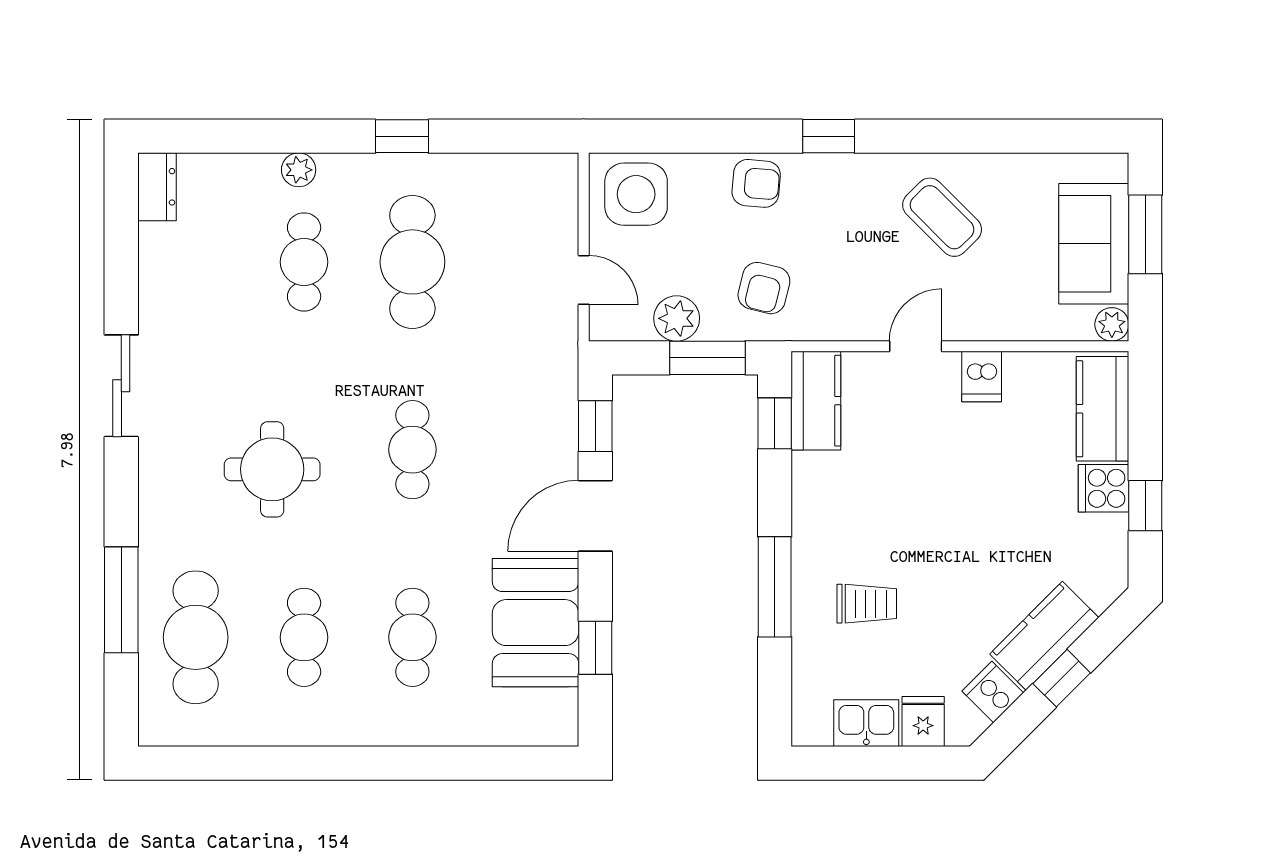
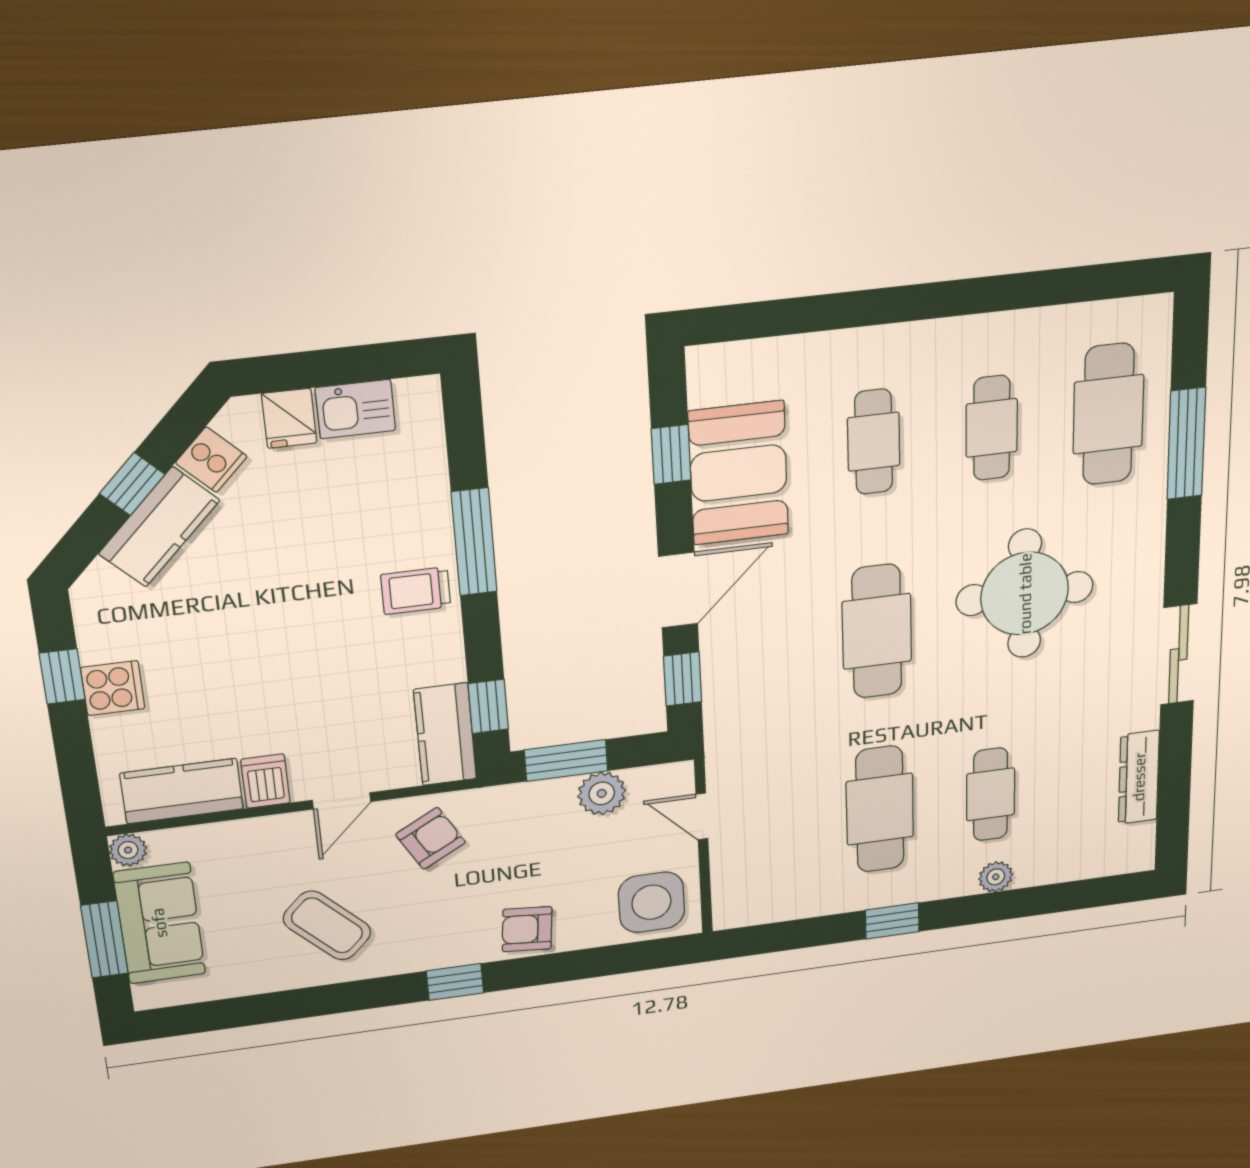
dresser: (157, 187) -> (1139, 777), moved, width x1.44
armchair: (764, 288) -> (431, 838), moved, turned 47
kitchen counter: (1103, 409) -> (182, 791), moved, turned -90
cafe table: (412, 450) -> (877, 631), width x1.37, depth x1.35
round table: (272, 469) -> (1025, 594), width x1.36, depth x1.36
trolley: (867, 604) -> (416, 591), moved

